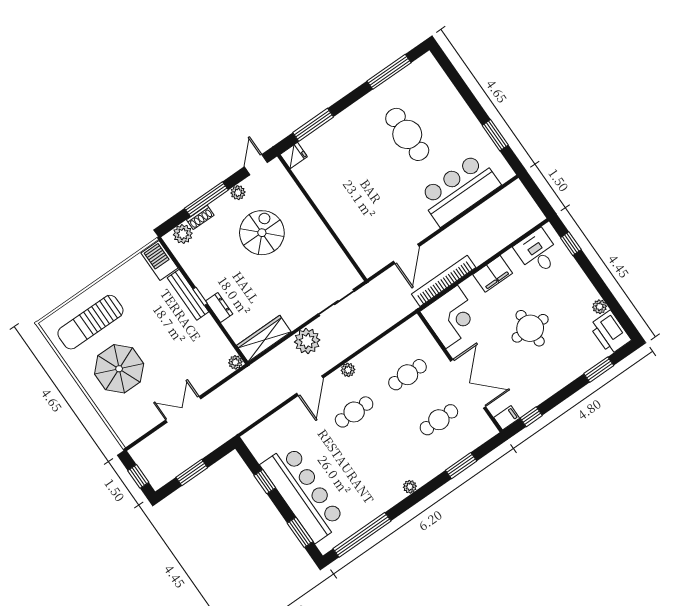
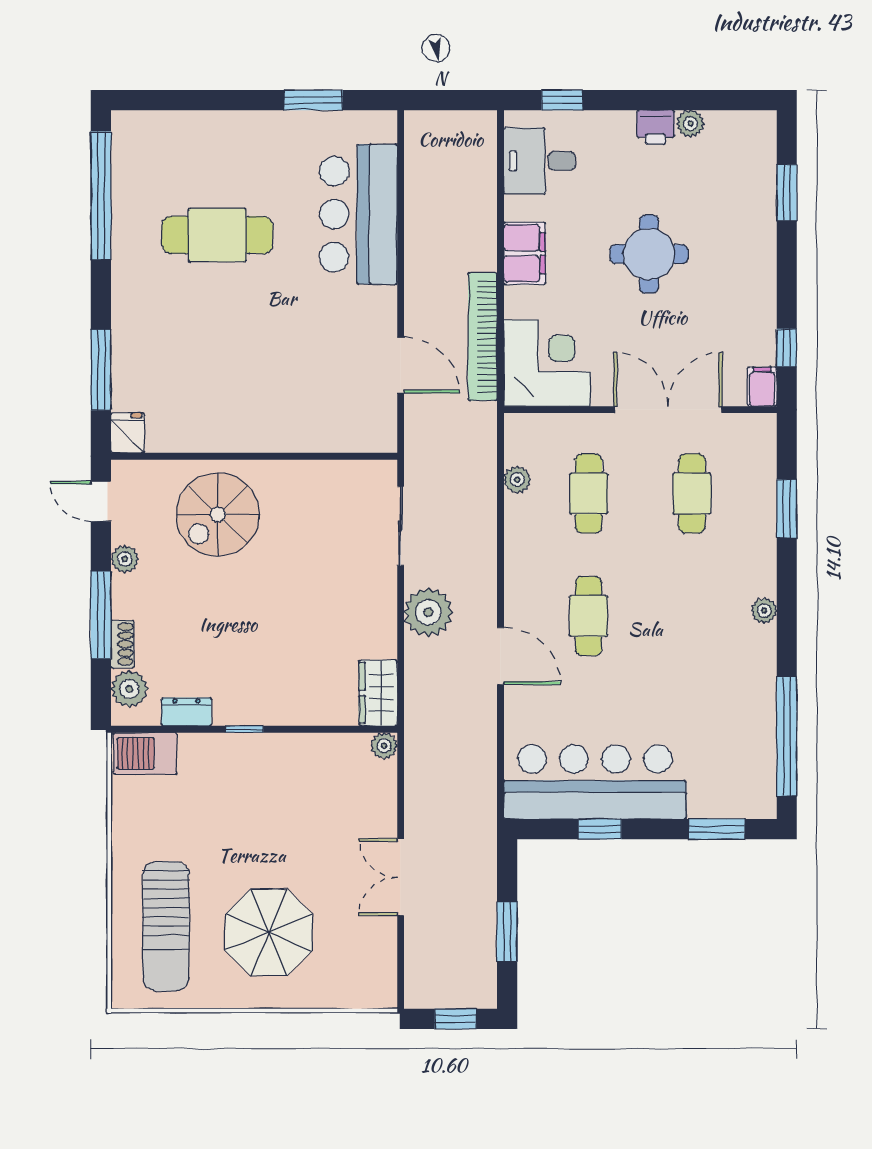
window: (389, 72) -> (101, 196), width x1.46
spiral stairs: (262, 233) -> (218, 514), moved, turned -90
bench: (188, 295) -> (229, 746), removed
dresser: (219, 308) -> (186, 712), moved
printer: (610, 333) -> (656, 127), moved, width x0.53, depth x0.68
wardrobe: (264, 339) -> (378, 693), width x0.67
plant: (348, 370) -> (517, 480), moved
bar counter: (303, 493) -> (595, 782), moved

